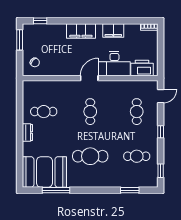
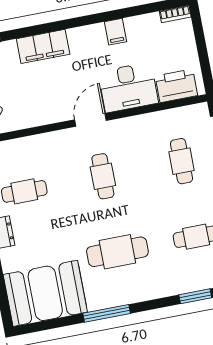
filing cabinet: (113, 30) -> (115, 32), width x0.50
filing cabinet: (81, 31) -> (43, 46), moved
window: (56, 190) -> (107, 313), moved

